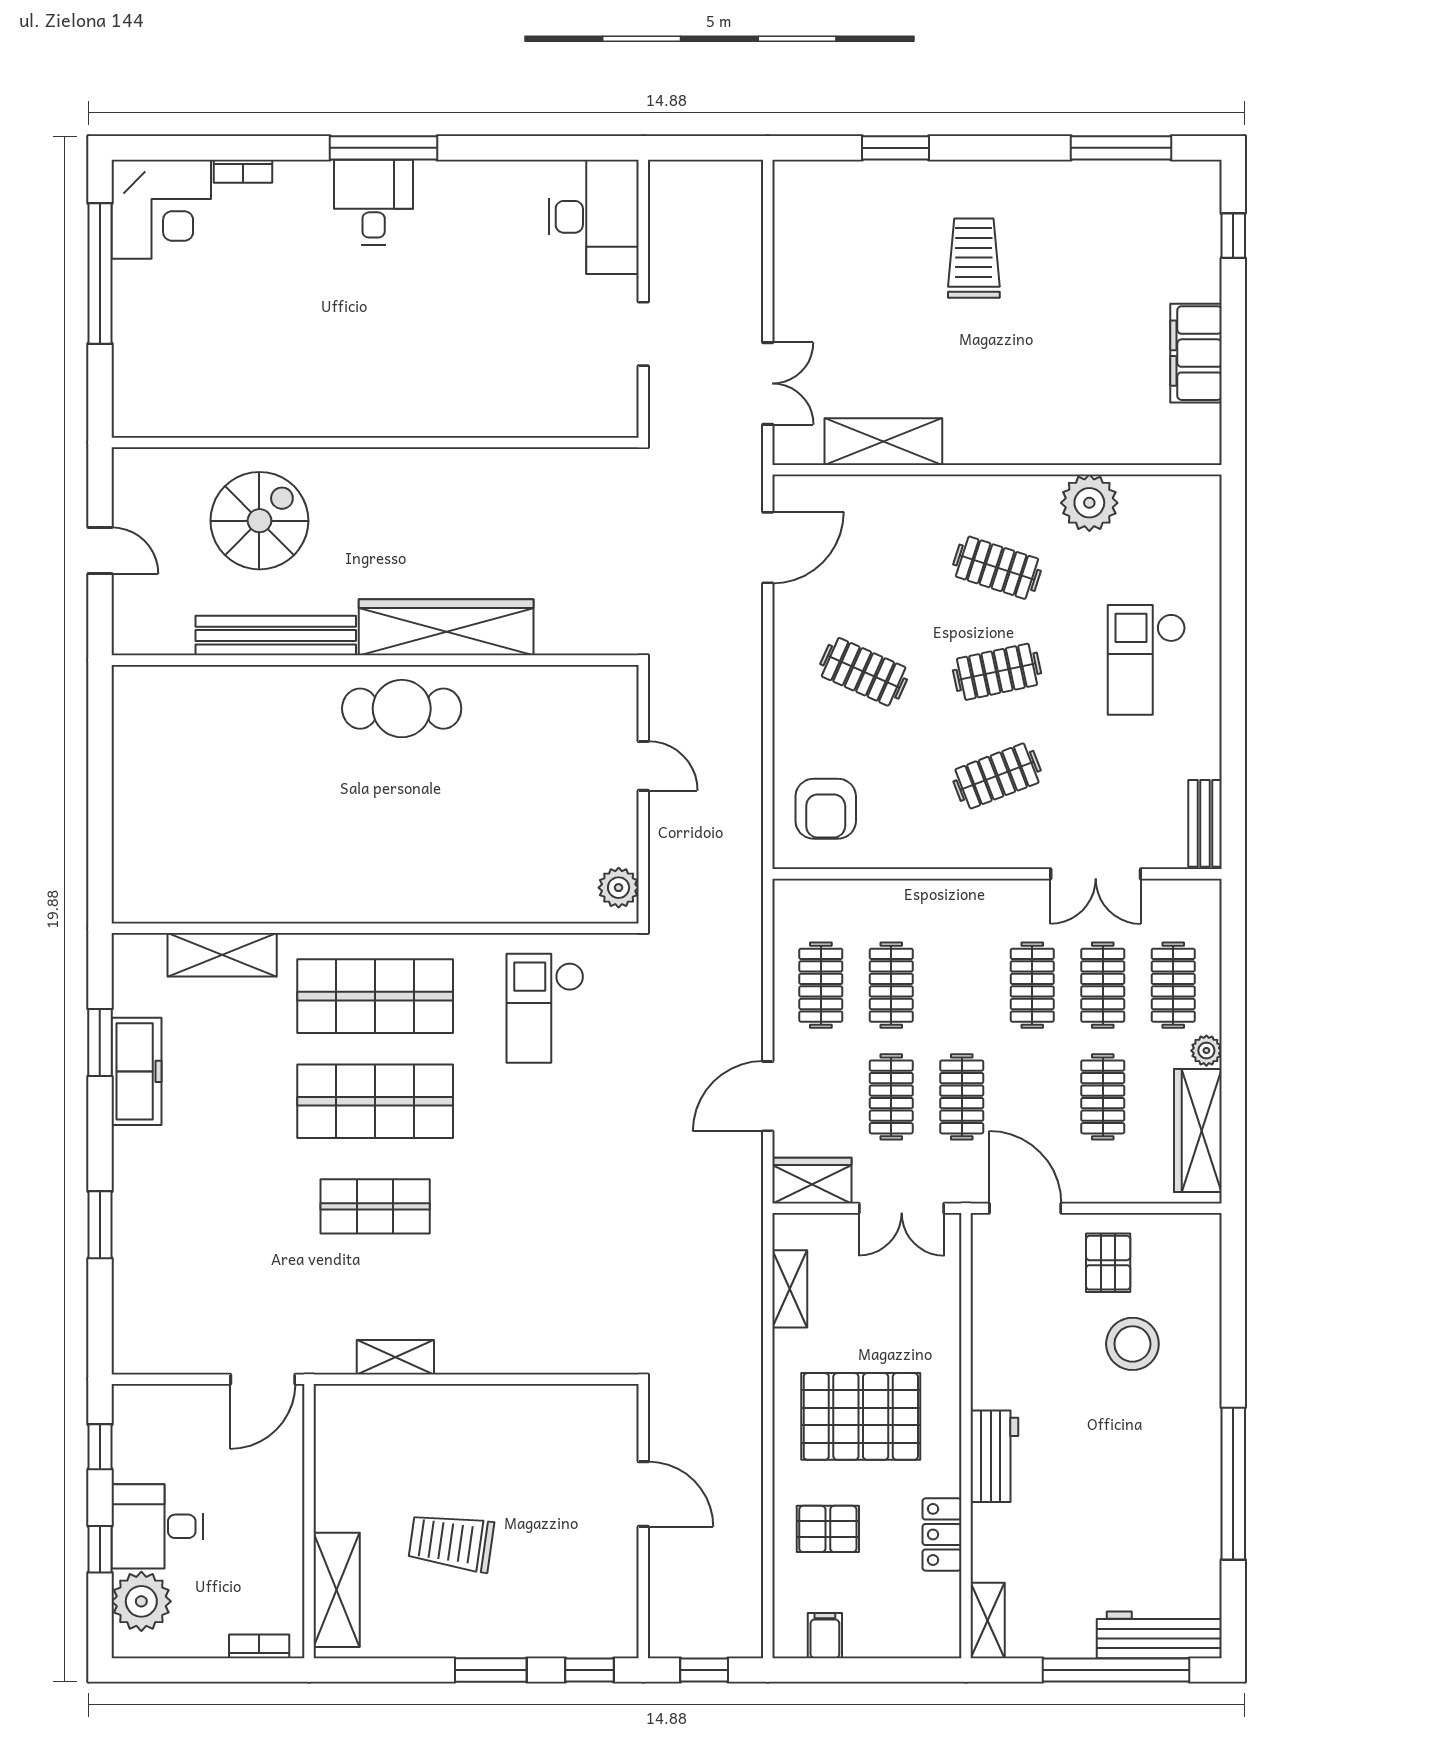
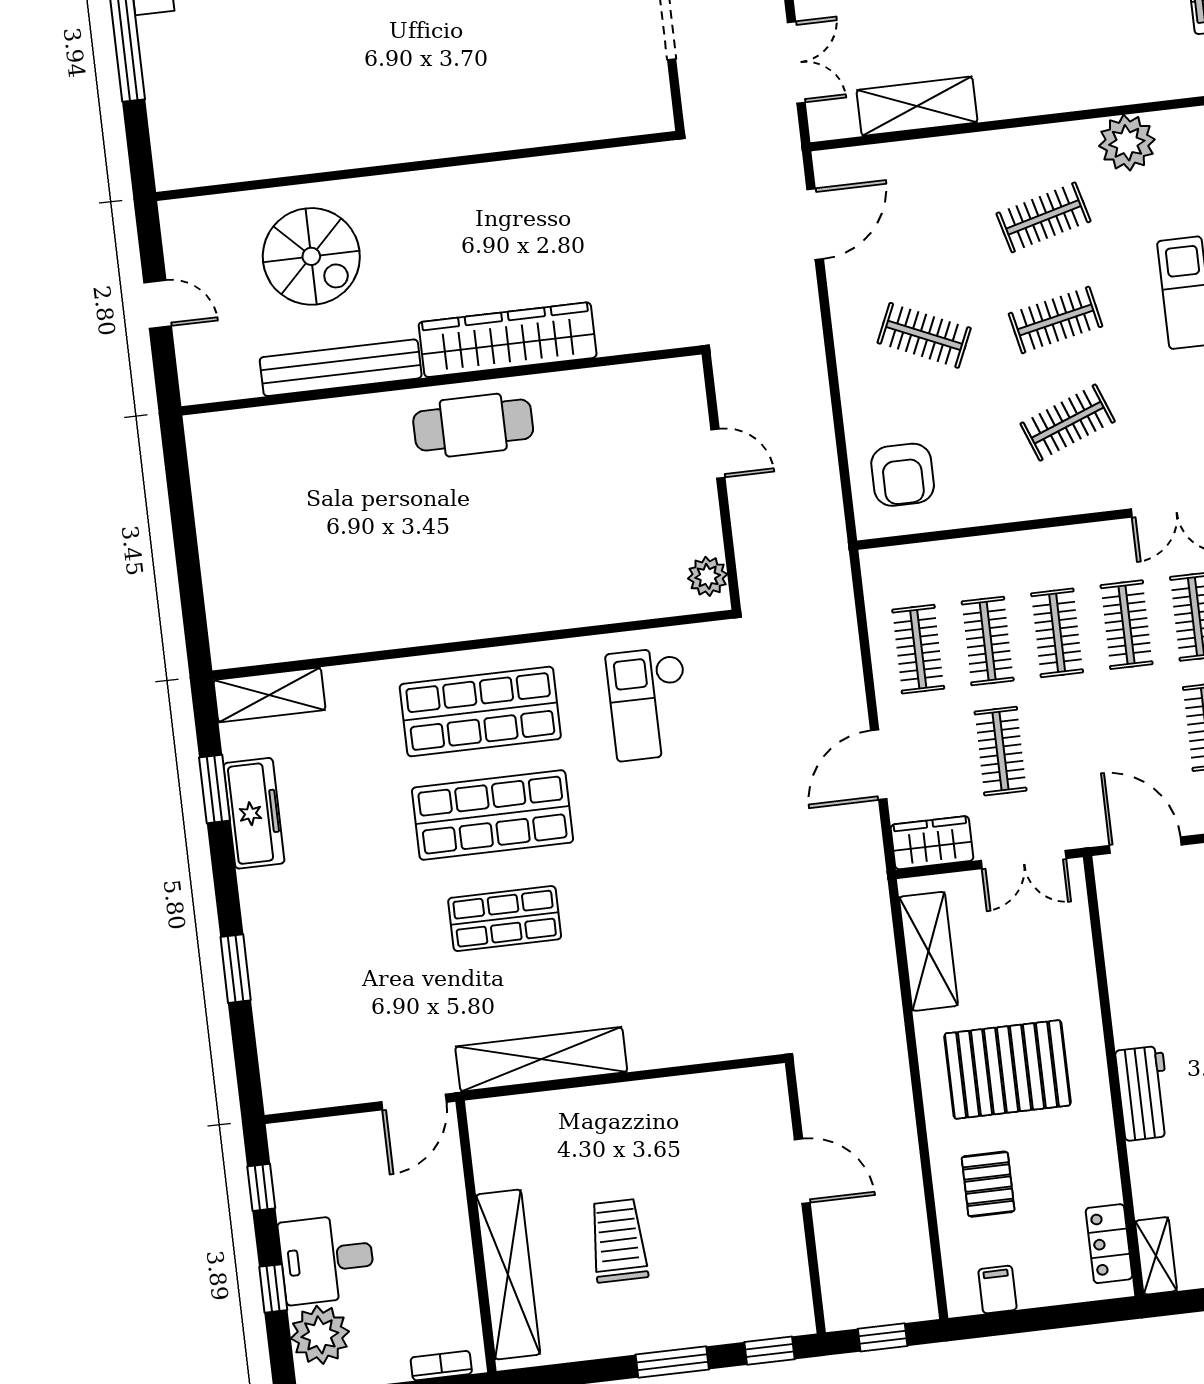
spiral stairs: (259, 521) -> (311, 256), turned 90
clothes rail: (997, 568) -> (1043, 217), turned -33
shelving: (222, 955) -> (270, 695), moved
clothes rail: (962, 1097) -> (1057, 633), moved
shelving: (790, 1289) -> (929, 951), width x1.50, depth x1.33
shelving: (395, 1357) -> (541, 1059), width x2.20, depth x1.33
pallet: (828, 1529) -> (988, 1184), turned 90
locker: (942, 1534) -> (1109, 1244), moved
trolley: (451, 1542) -> (618, 1241), turned 82
shelving: (337, 1590) -> (508, 1275), width x1.47

